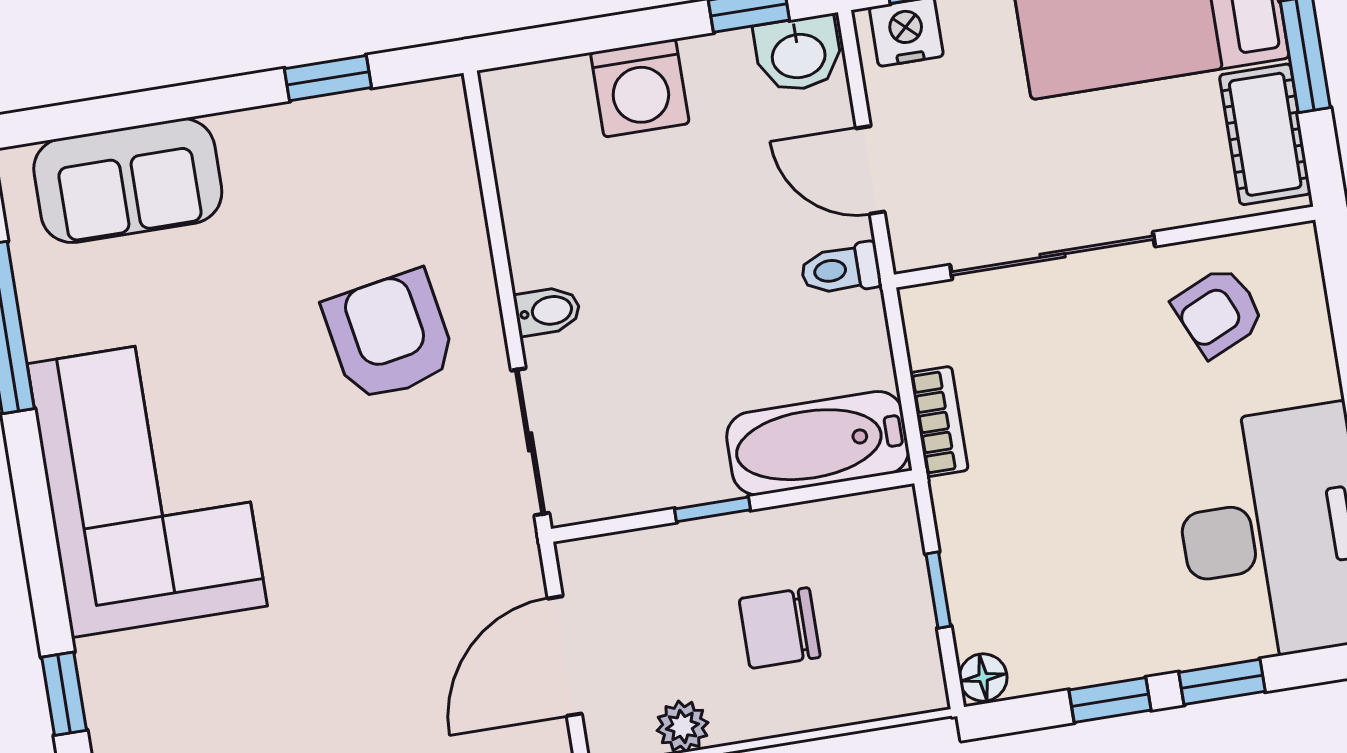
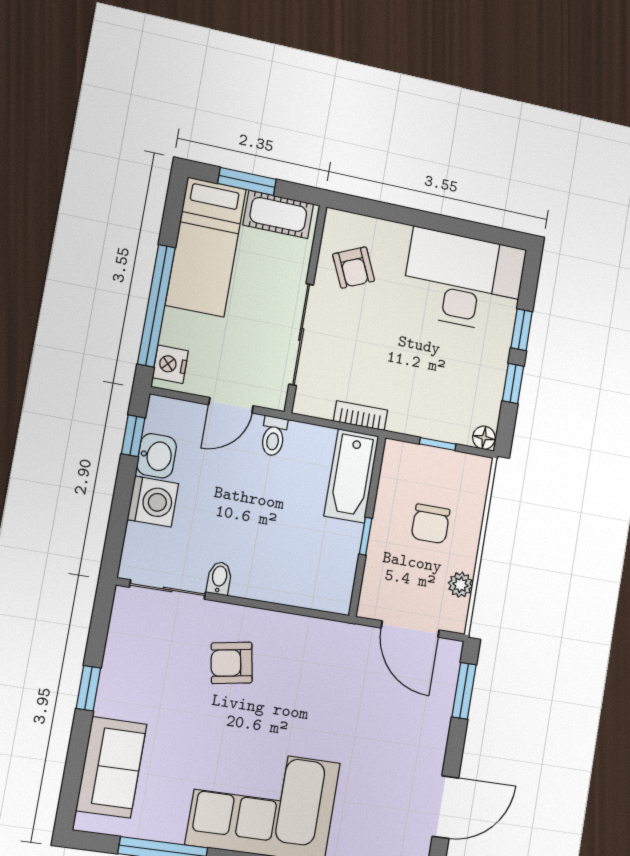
washbasin: (798, 54) -> (157, 456), moved
window: (328, 78) -> (88, 688), moved
bidet: (548, 311) -> (219, 578), moved
armchair: (390, 336) -> (232, 663), width x0.72, depth x0.72
sliding door: (530, 442) -> (168, 590), moved

